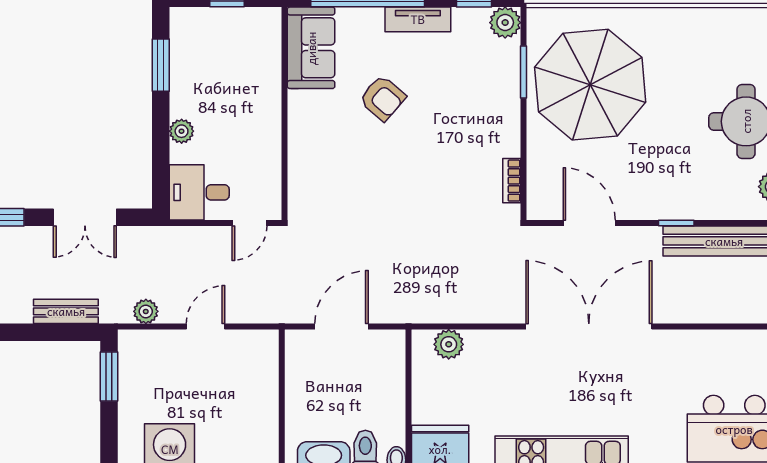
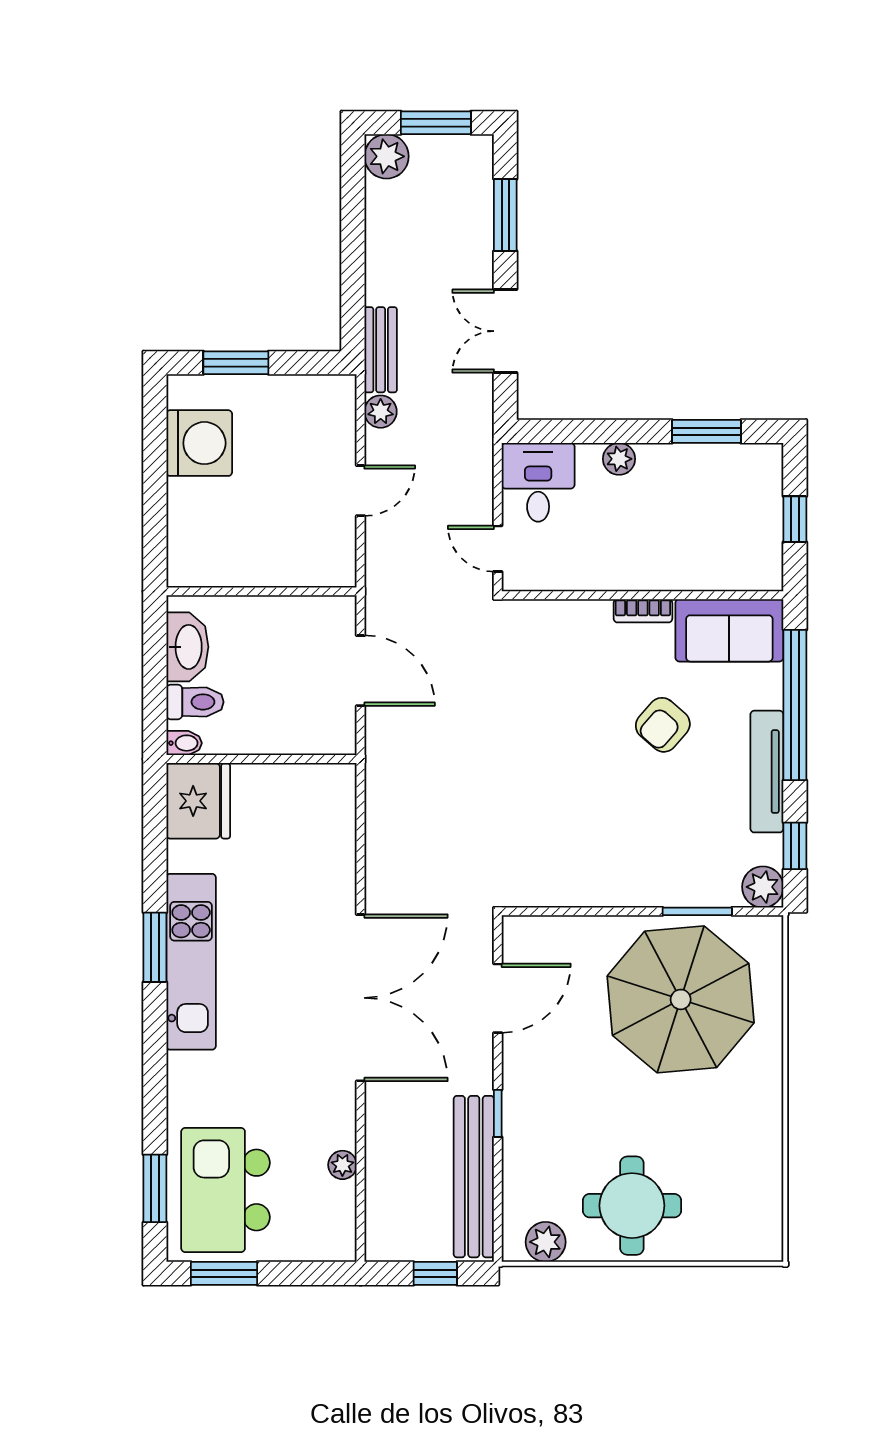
tv unit: (418, 19) -> (767, 772), width x1.41
bookcase: (512, 181) -> (643, 611), moved, turned 180
bench: (66, 311) -> (381, 350), moved
door: (206, 327) -> (361, 491), hinge flipped
plant: (449, 344) -> (342, 1165), moved, width x0.73, depth x0.73
window: (109, 377) -> (236, 363), moved

